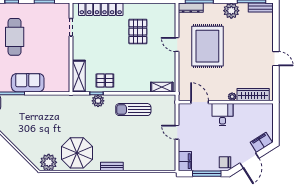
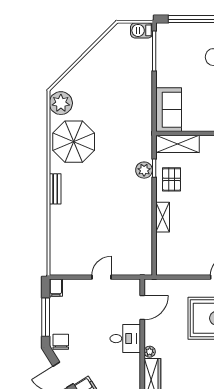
sofa: (28, 83) -> (169, 110), moved
shelving: (162, 87) -> (163, 217), moved
sun lounger: (133, 110) -> (132, 218), removed
filing cabinet: (185, 161) -> (56, 288), width x0.50

